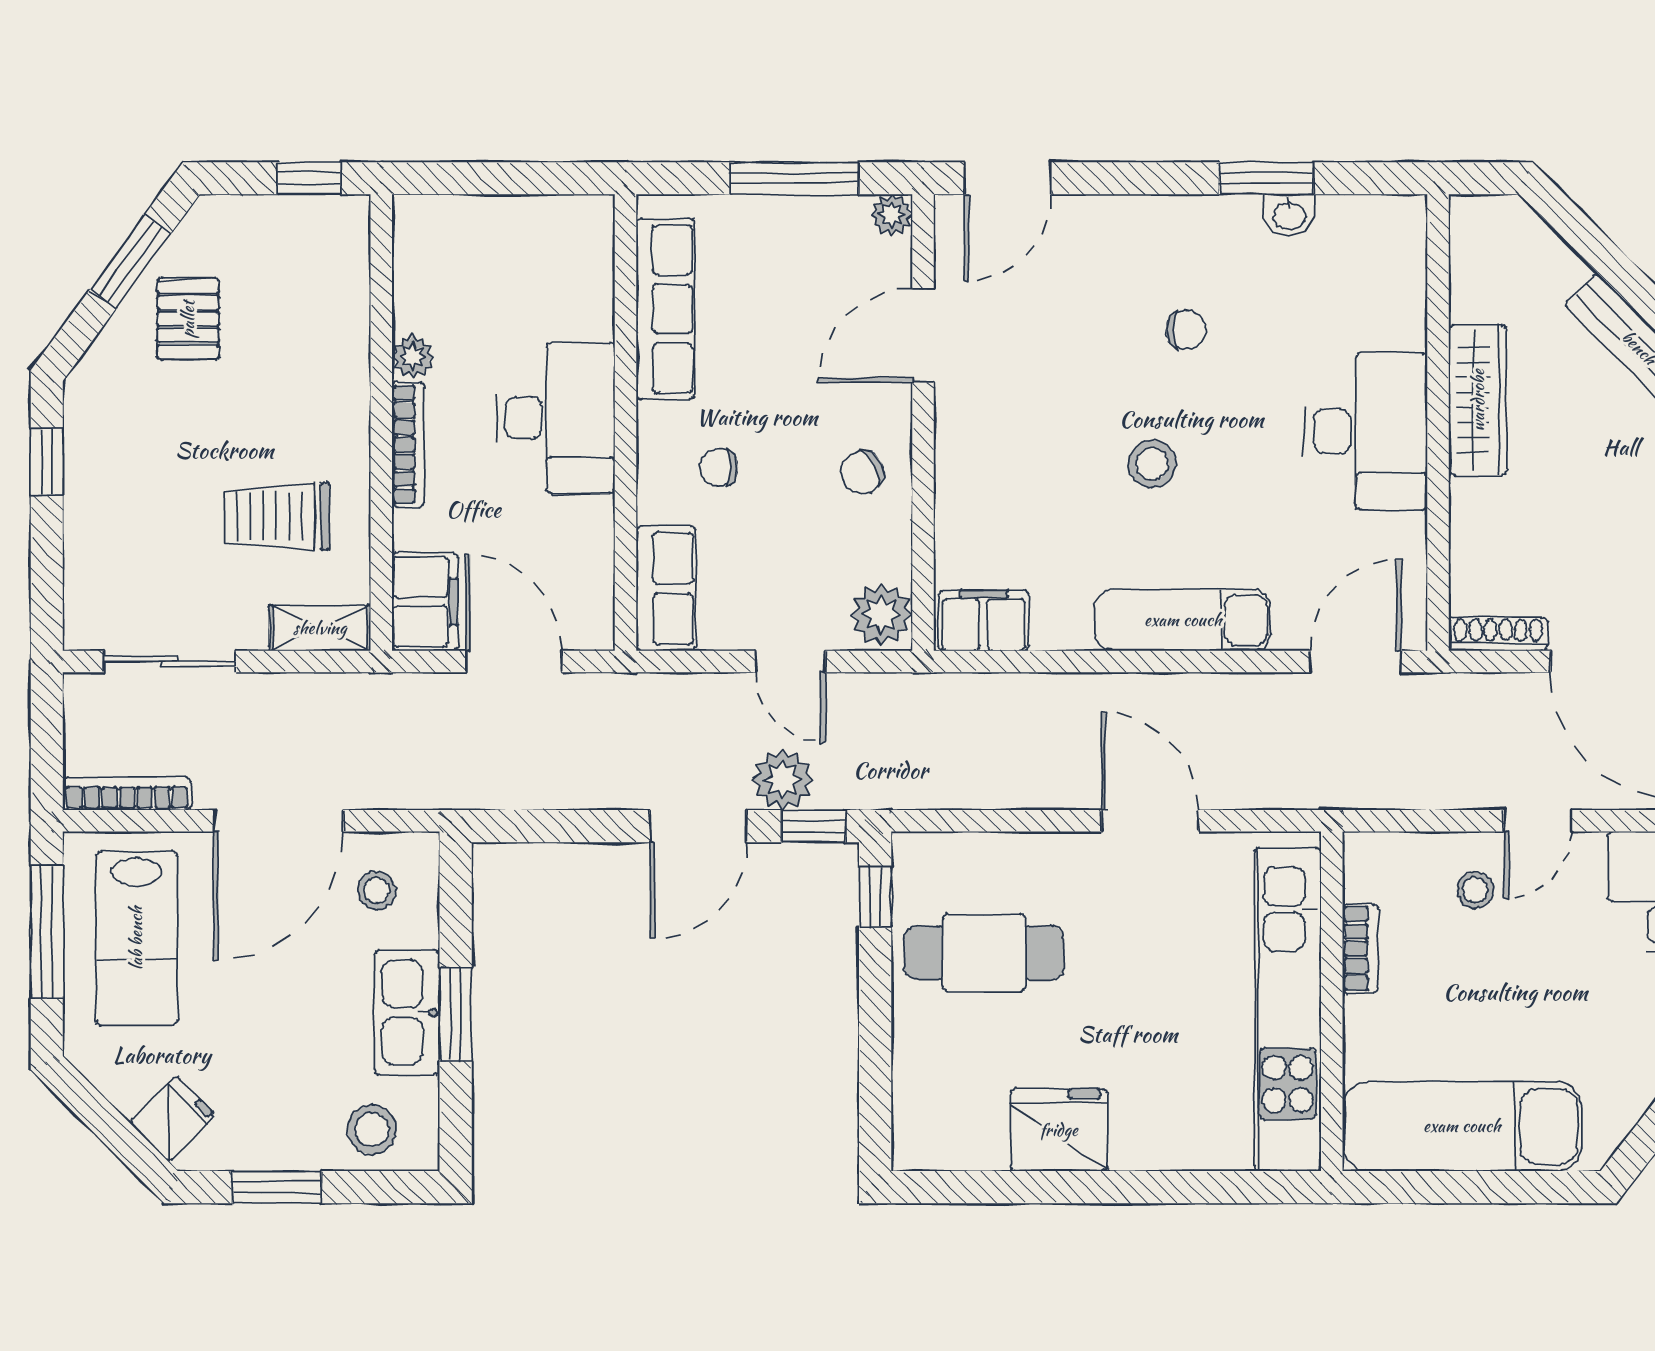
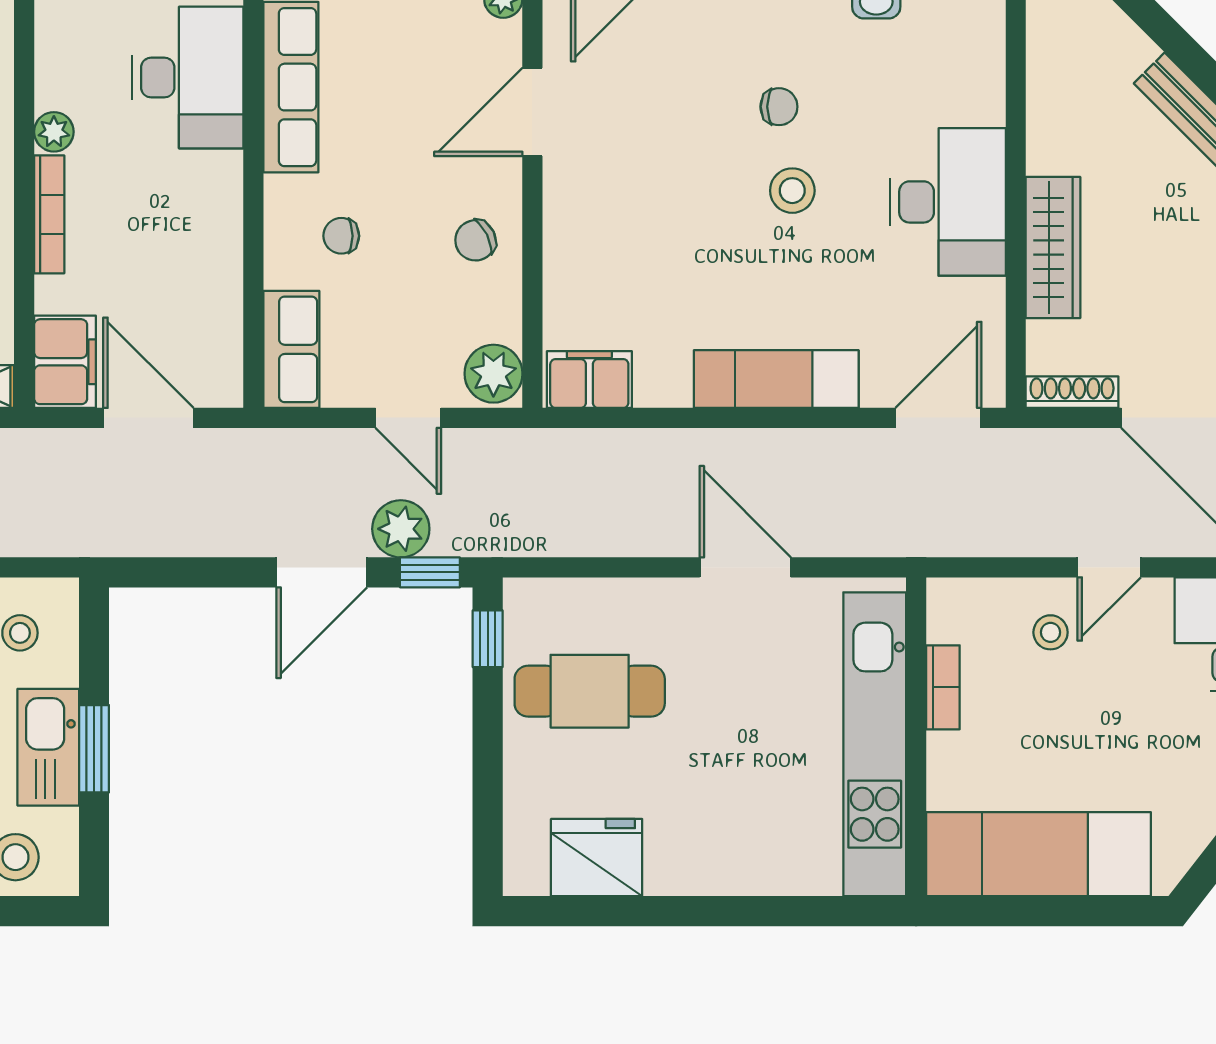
wardrobe: (1478, 400) -> (1053, 247), moved
desk: (556, 418) -> (188, 78), moved
stool: (1152, 464) -> (792, 191), moved
fridge: (1059, 1130) -> (597, 858), moved

